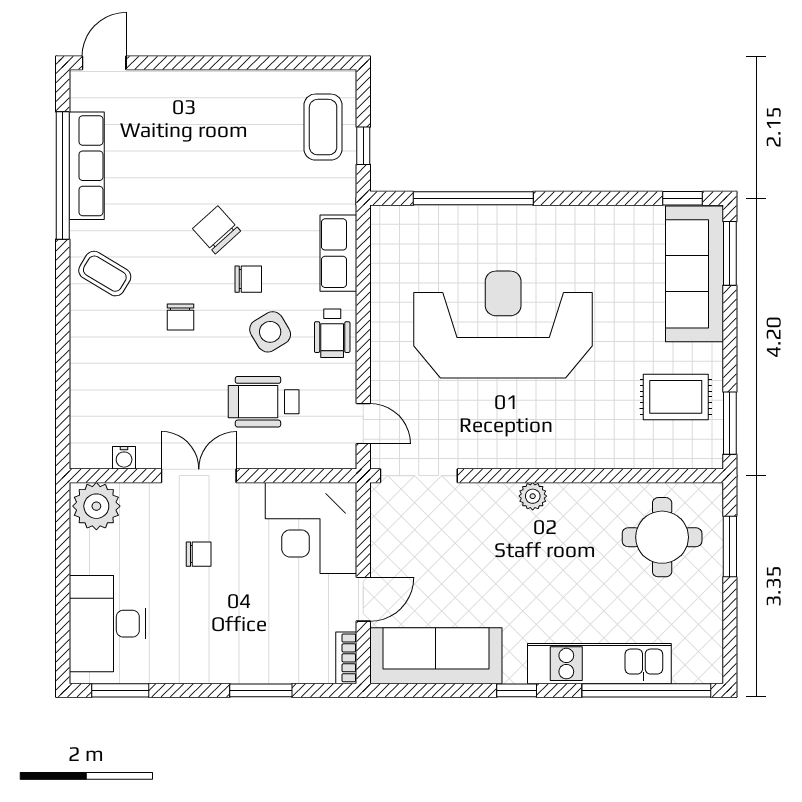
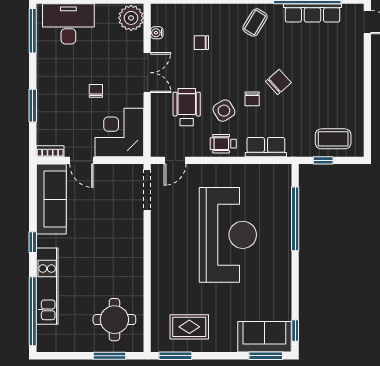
sofa: (694, 274) -> (264, 337), width x0.73
chair: (180, 317) -> (201, 43), moved
rug: (676, 397) -> (189, 327), turned 90
plant: (533, 496) -> (136, 251), removed
chair: (199, 554) -> (96, 91), moved, turned 180
window: (120, 690) -> (33, 31), width x1.44

